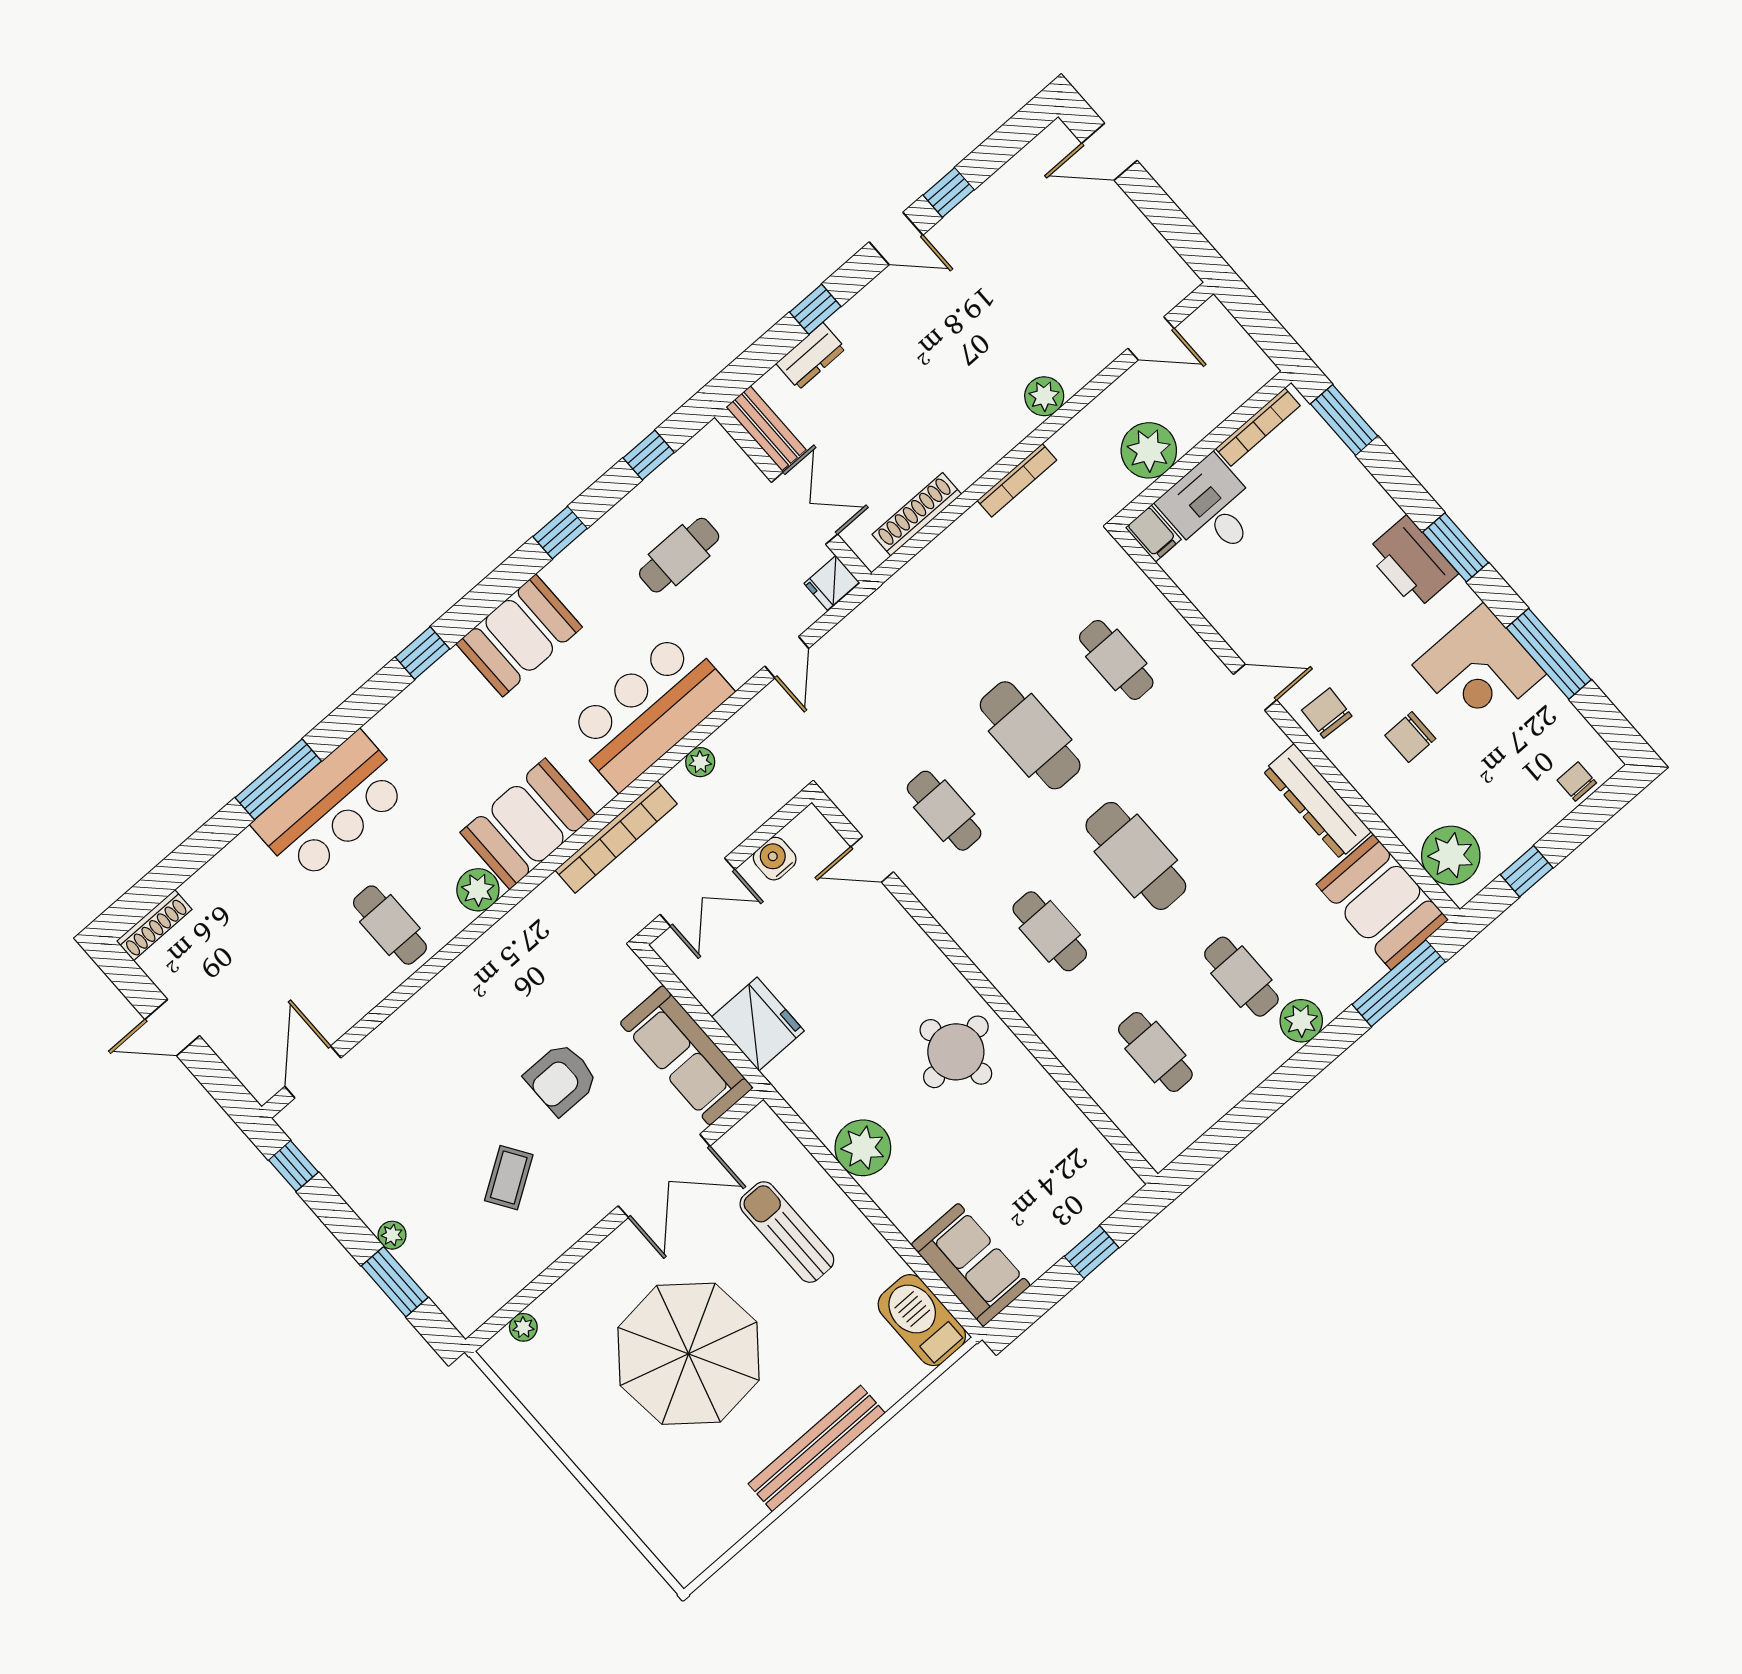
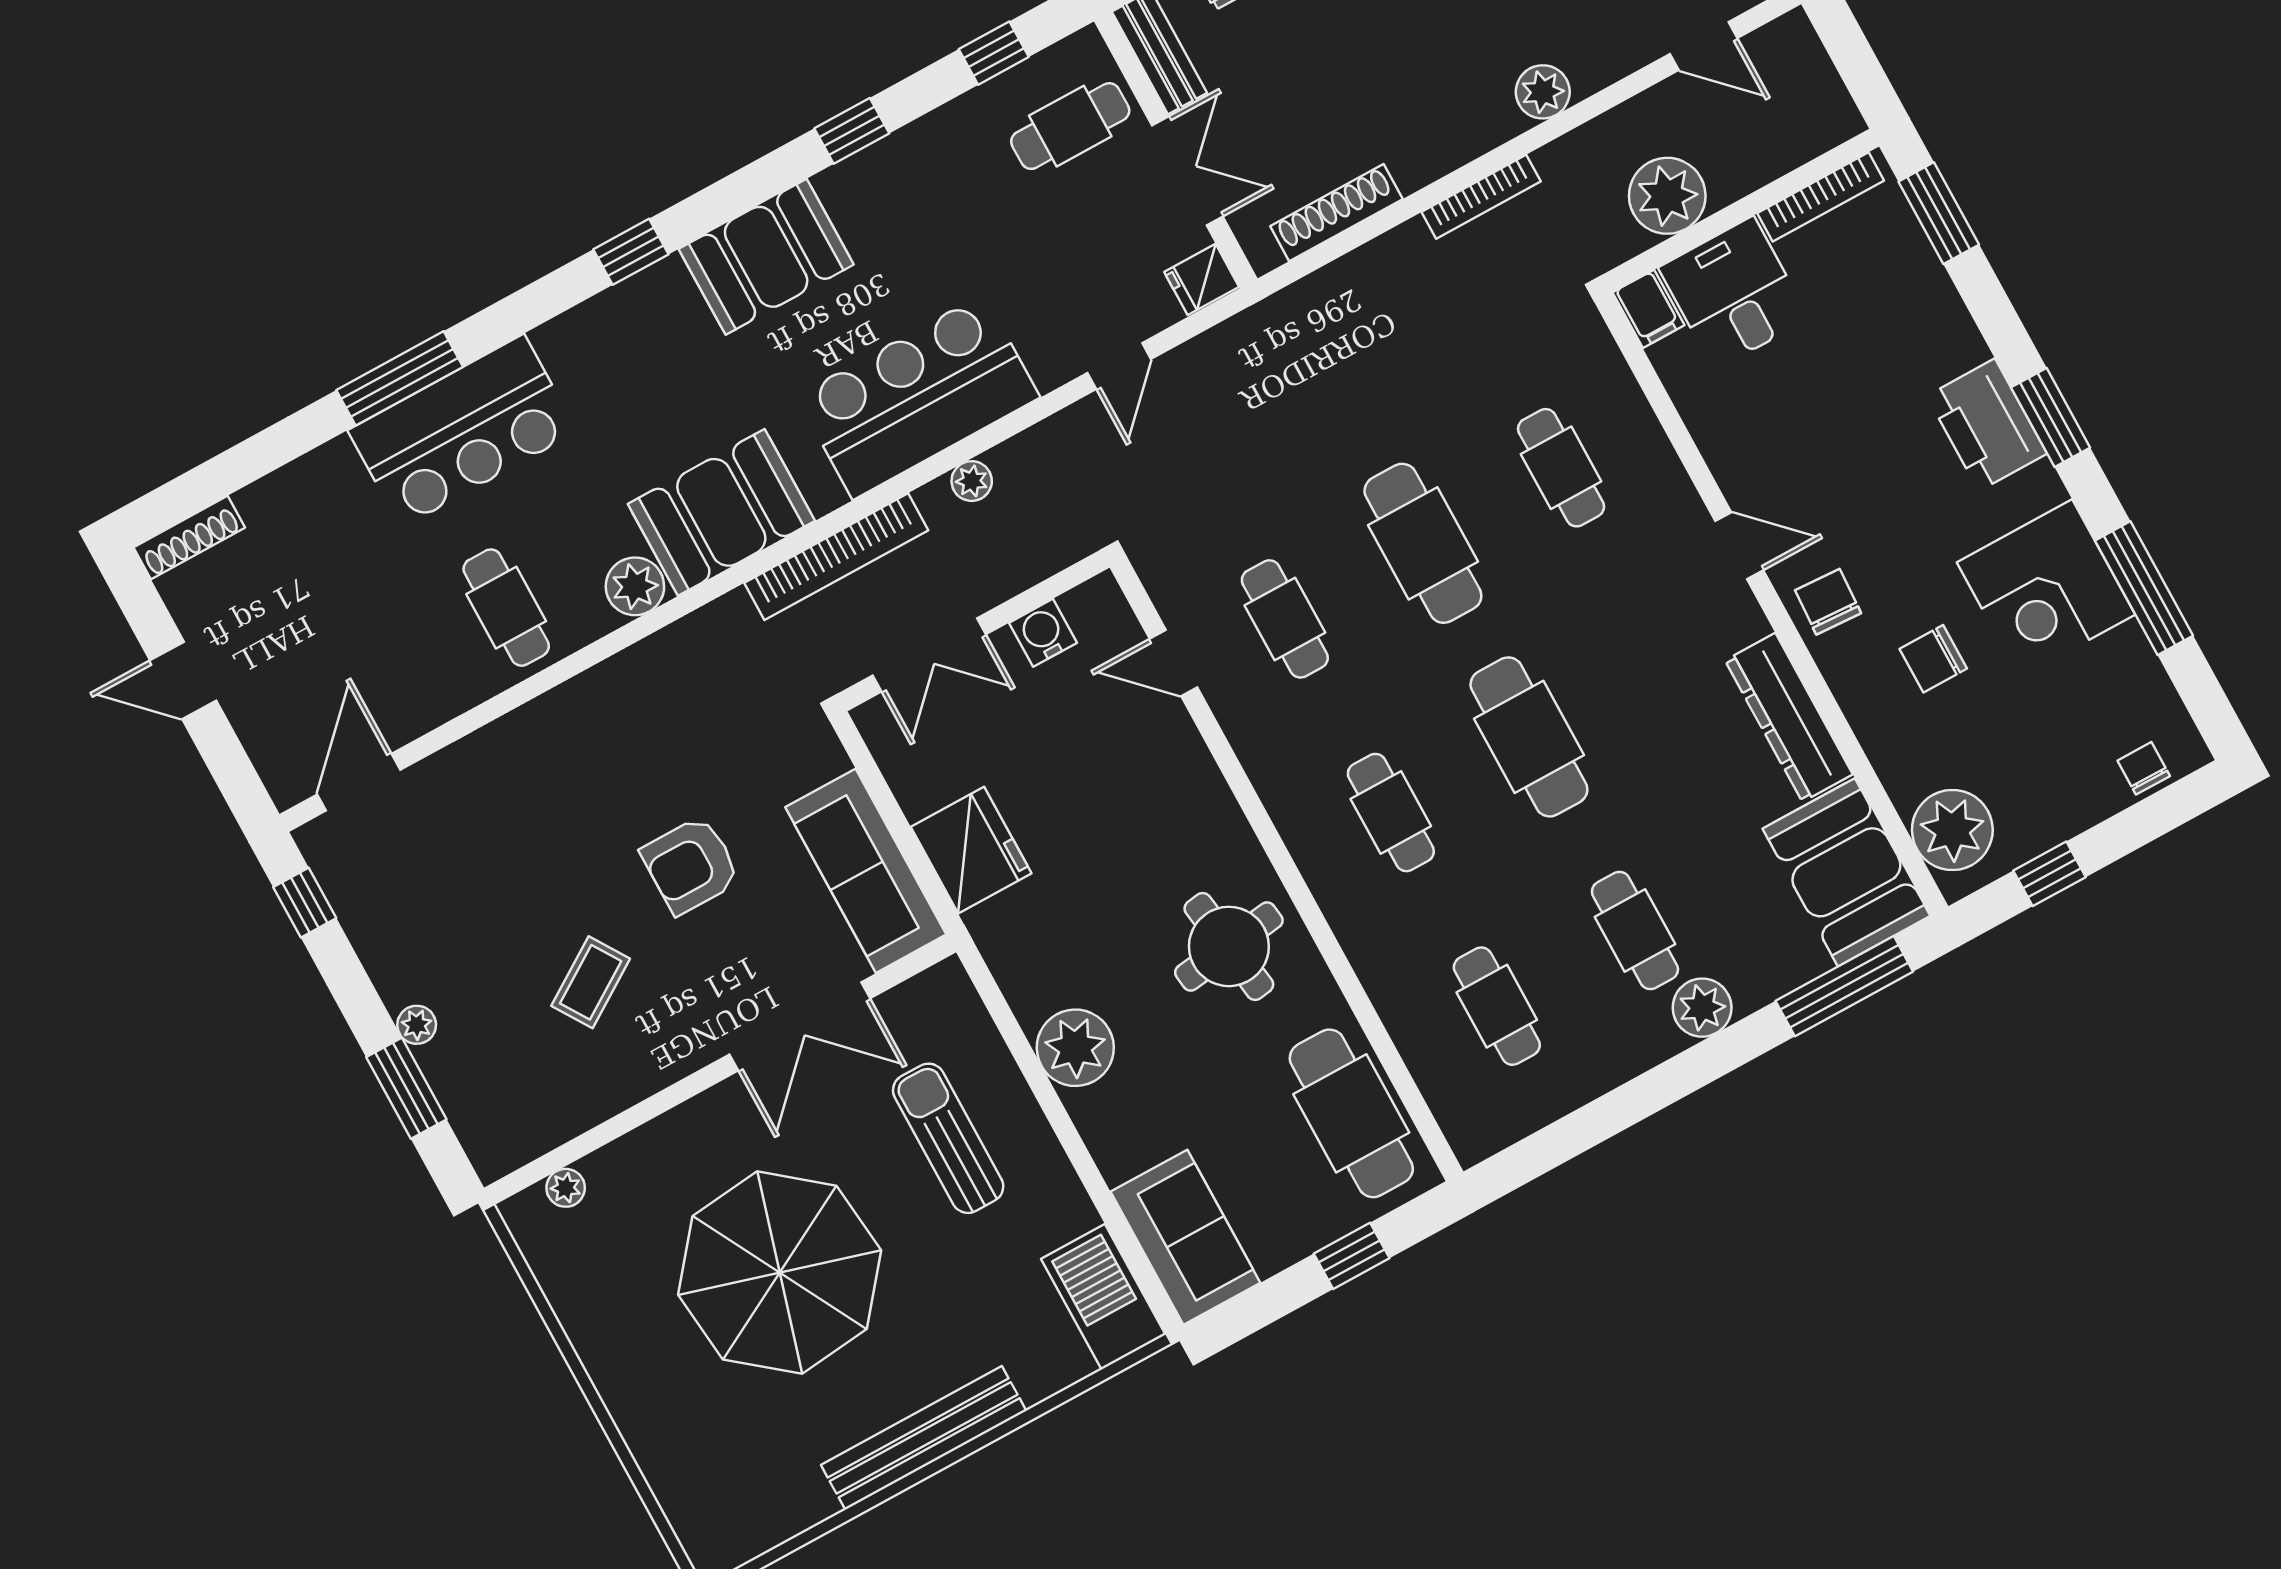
cafe table: (679, 555) -> (1070, 126), moved
cafe table: (1069, 1151) -> (1351, 1113), added

